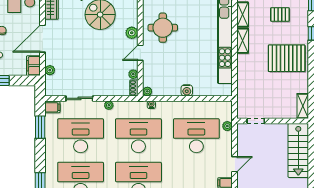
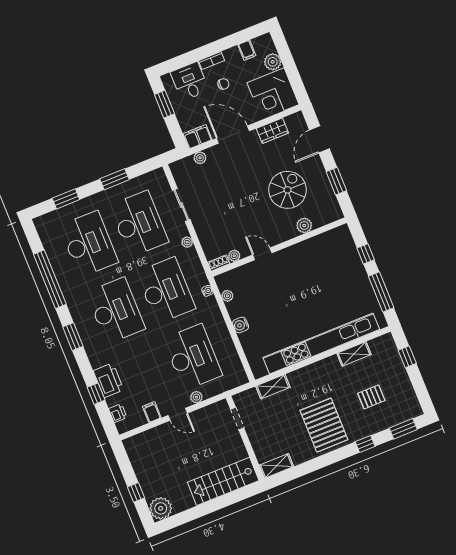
pallet: (280, 14) -> (371, 397), turned 90
round table: (163, 28) -> (302, 268), removed
plant: (132, 33) -> (304, 225), moved
shelving: (243, 41) -> (273, 387), moved
plant: (147, 91) -> (227, 296), moved
filing cabinet: (52, 107) -> (158, 178), removed
plant: (227, 126) -> (196, 397), moved
window: (40, 127) -> (115, 179), moved

